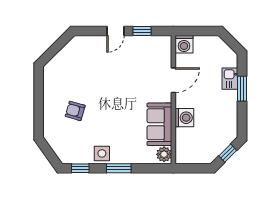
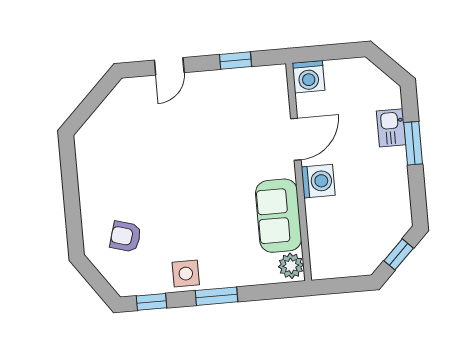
door: (116, 31) -> (169, 66), moved
armchair: (75, 111) -> (126, 237), moved
washing machine: (184, 118) -> (318, 181), moved

